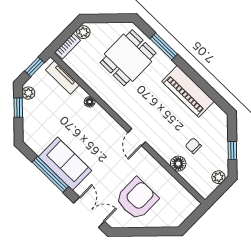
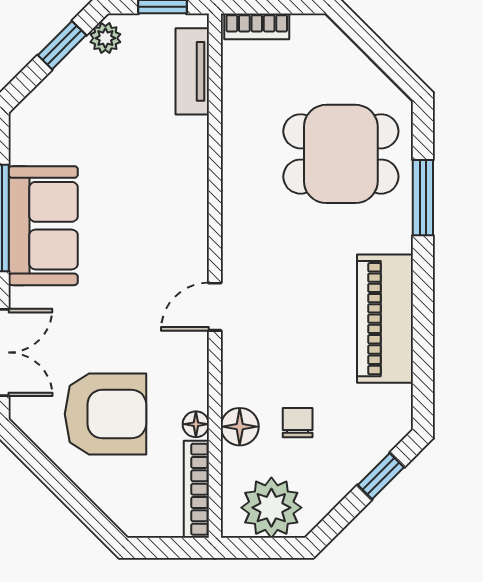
plant: (83, 32) -> (309, 30), removed
floor lamp: (90, 102) -> (196, 424), moved
window: (232, 150) -> (381, 476), moved
plant: (218, 177) -> (271, 508), width x1.88, depth x1.88
bookcase: (184, 194) -> (196, 489), added

